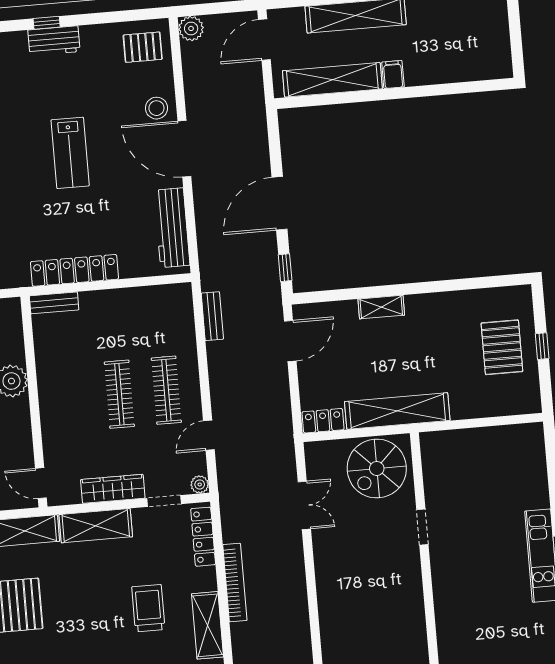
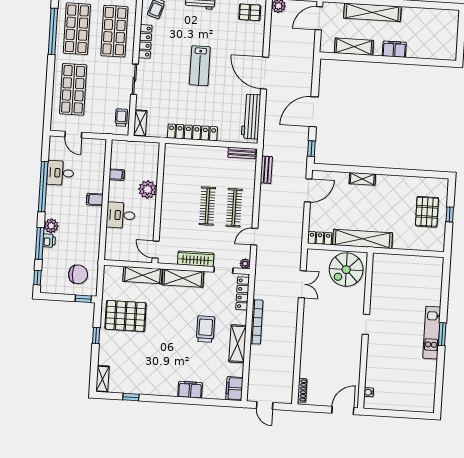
filing cabinet: (393, 75) -> (394, 49), width x2.00
shelving: (332, 80) -> (354, 47), width x0.68
stool: (156, 108) -> (252, 48), removed
bench: (54, 303) -> (242, 153), moved
doorway: (422, 527) -> (366, 324), moved

